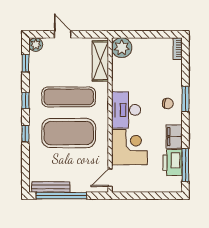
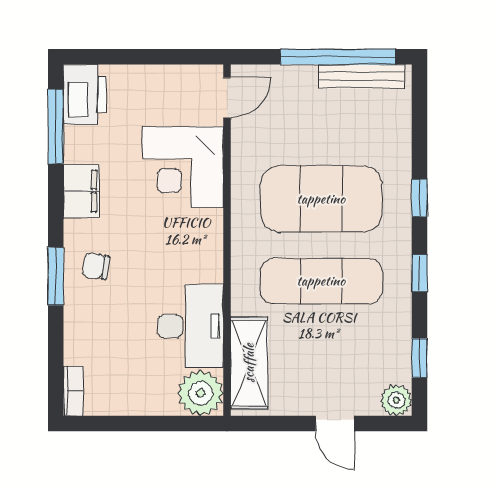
desk: (126, 110) -> (191, 326), moved
printer: (173, 163) -> (85, 94), moved

